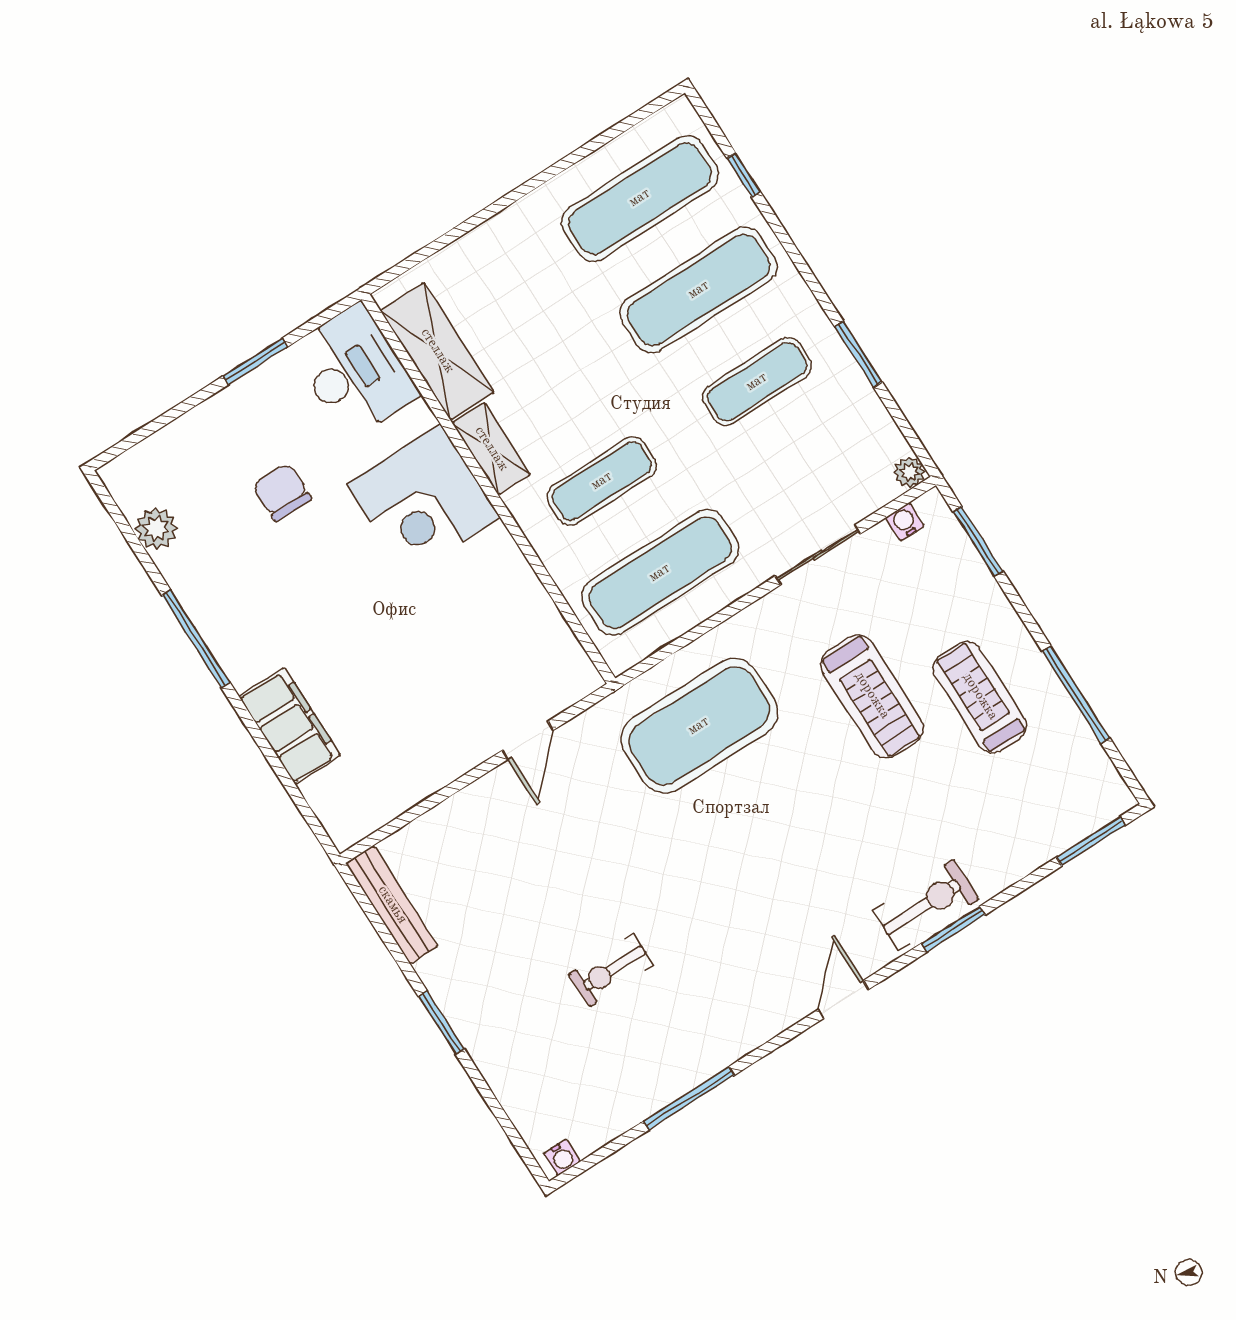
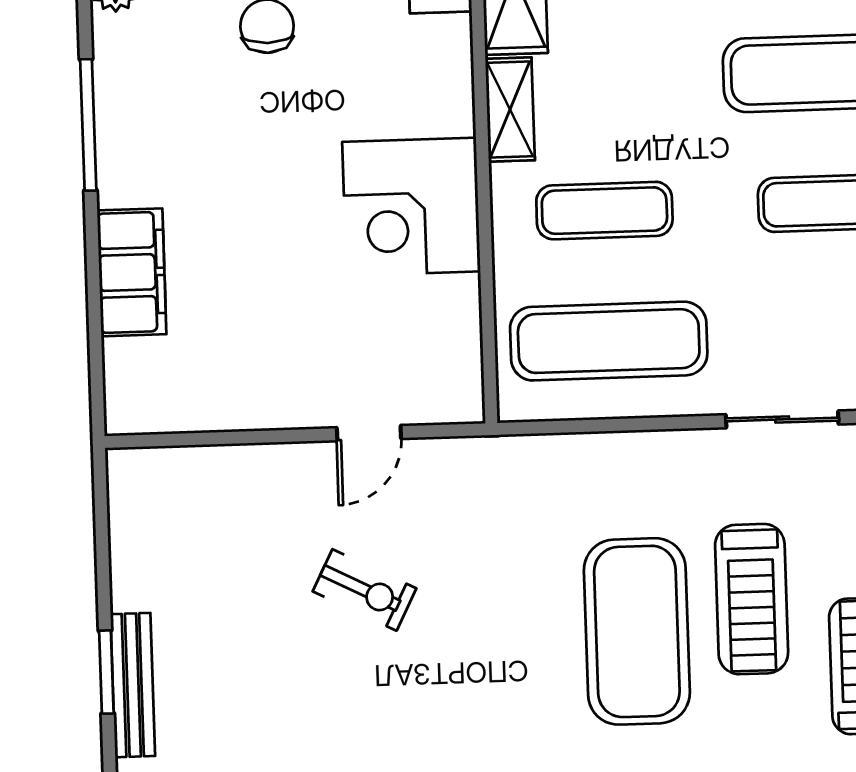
corner desk: (424, 501) -> (411, 207), moved
exercise mat: (699, 726) -> (637, 631), moved, turned 90
bench: (392, 905) -> (133, 685), moved
exercise bike: (611, 970) -> (364, 590), moved, turned -153

